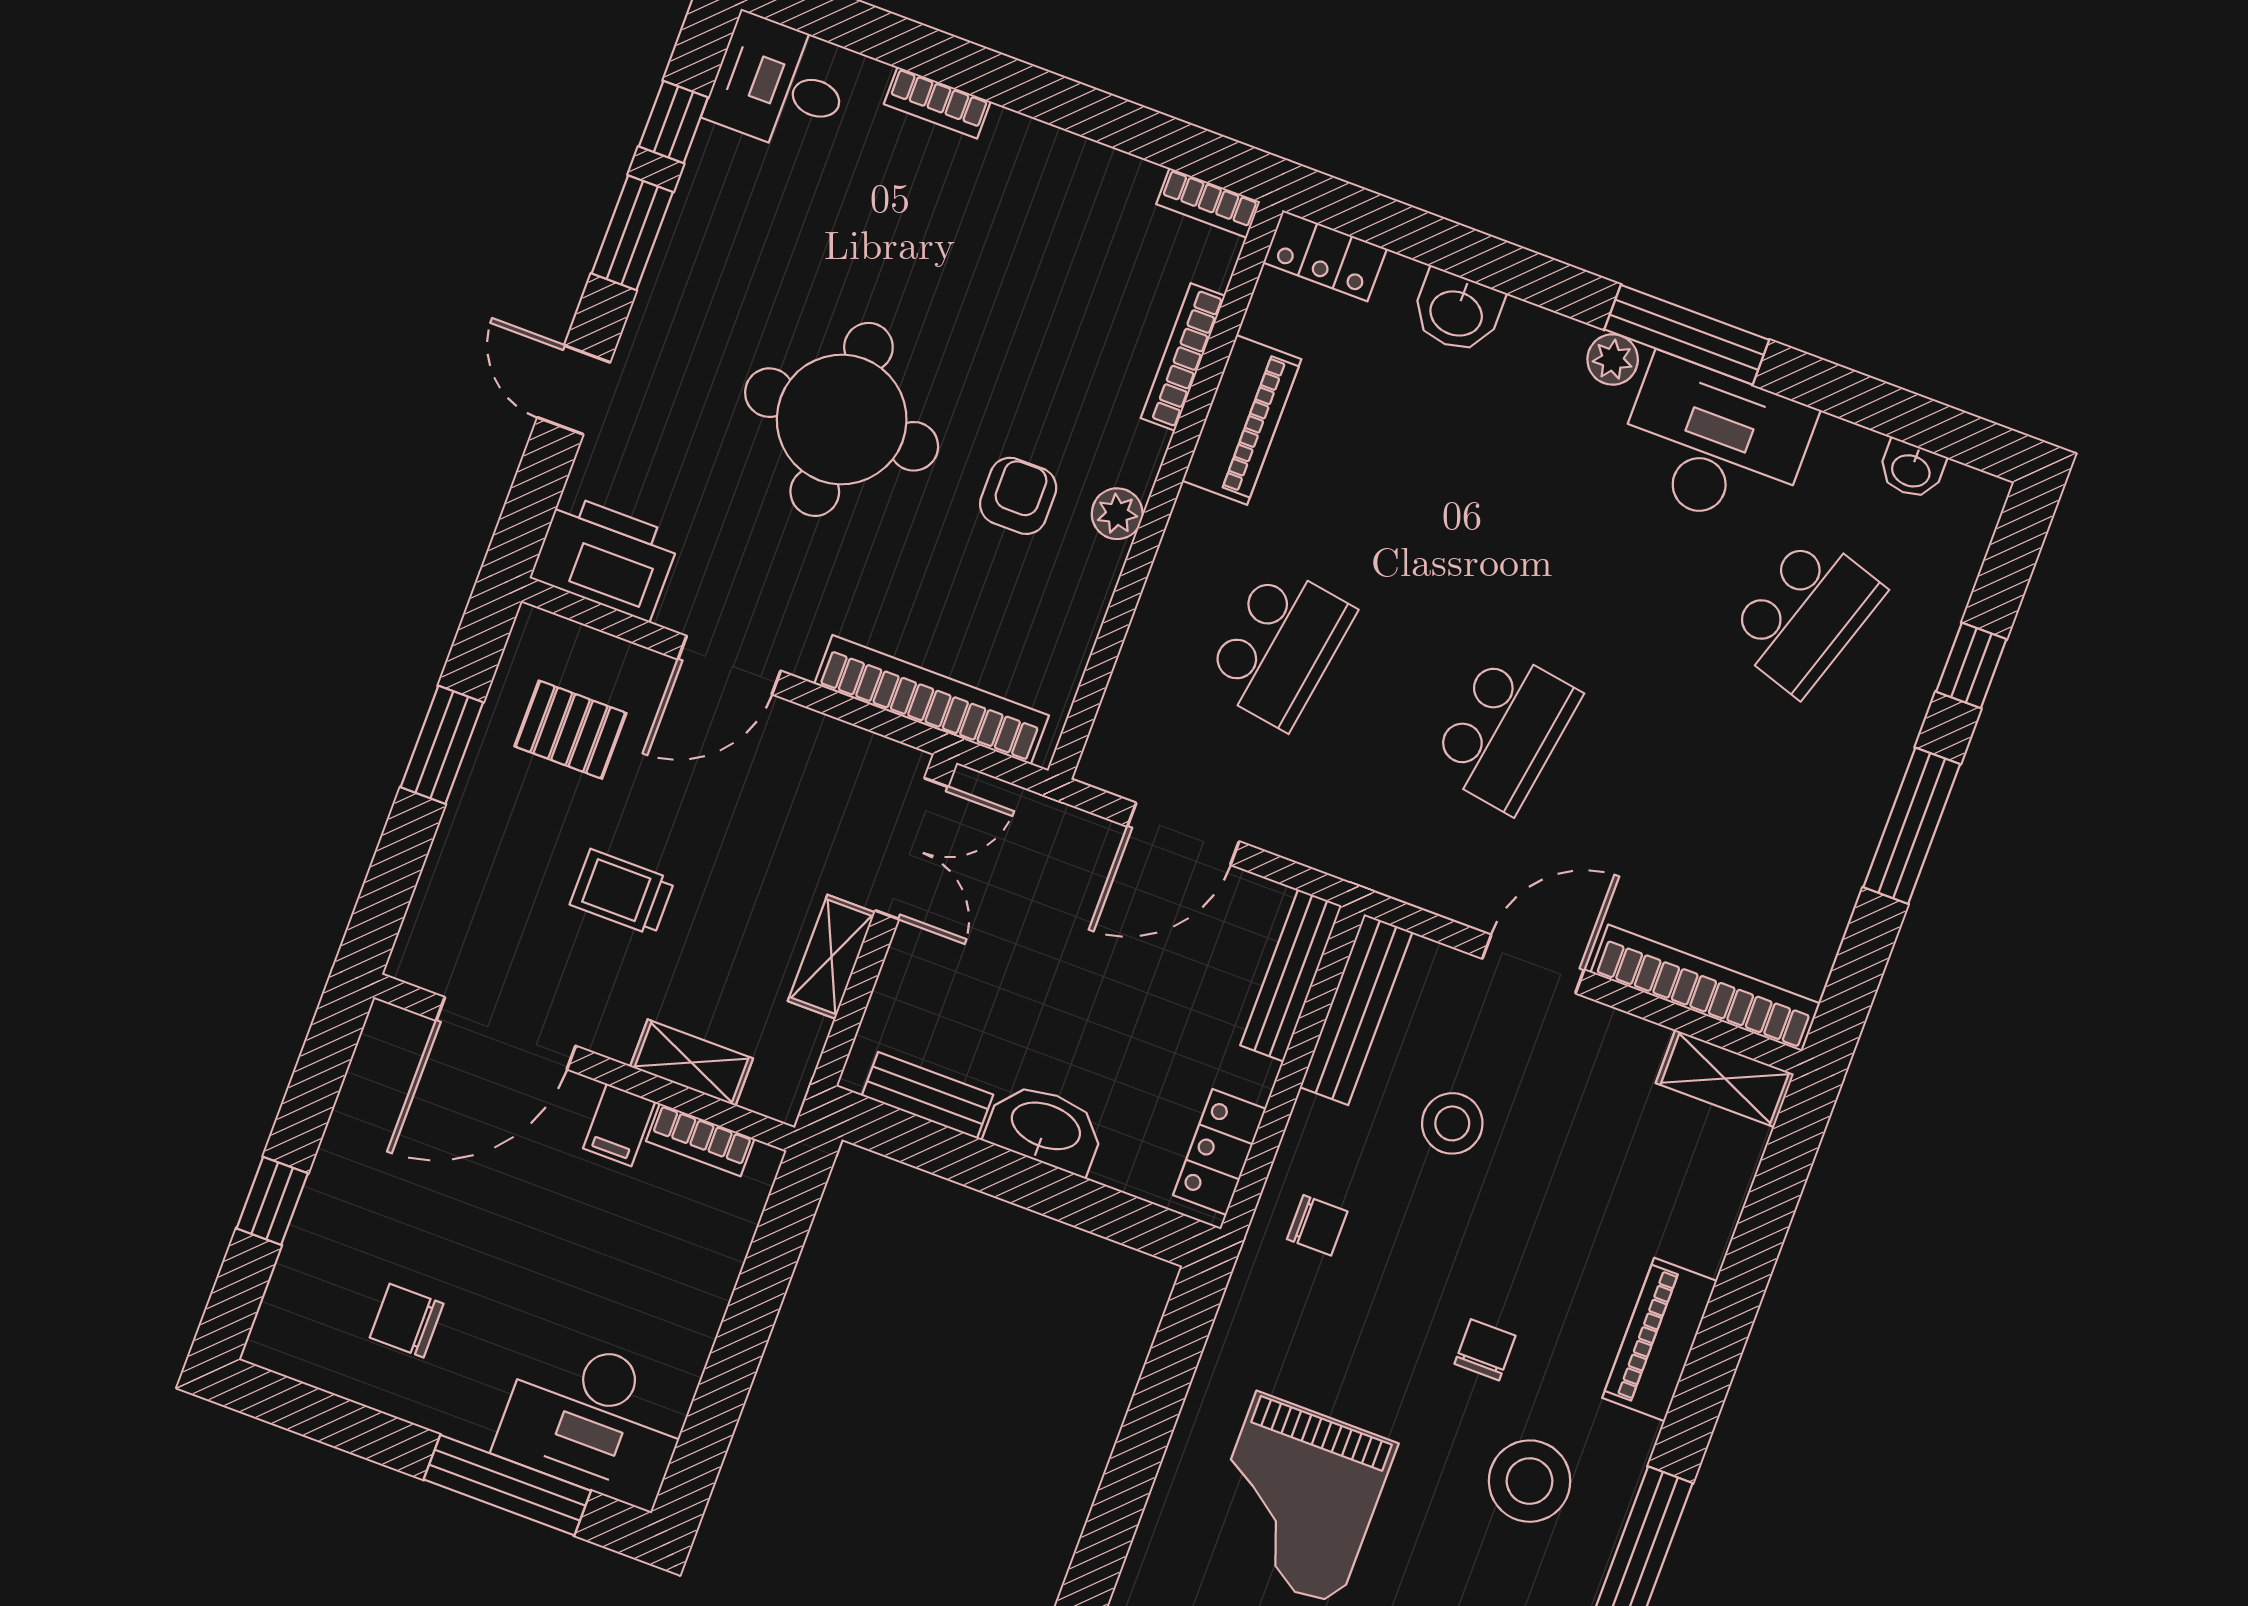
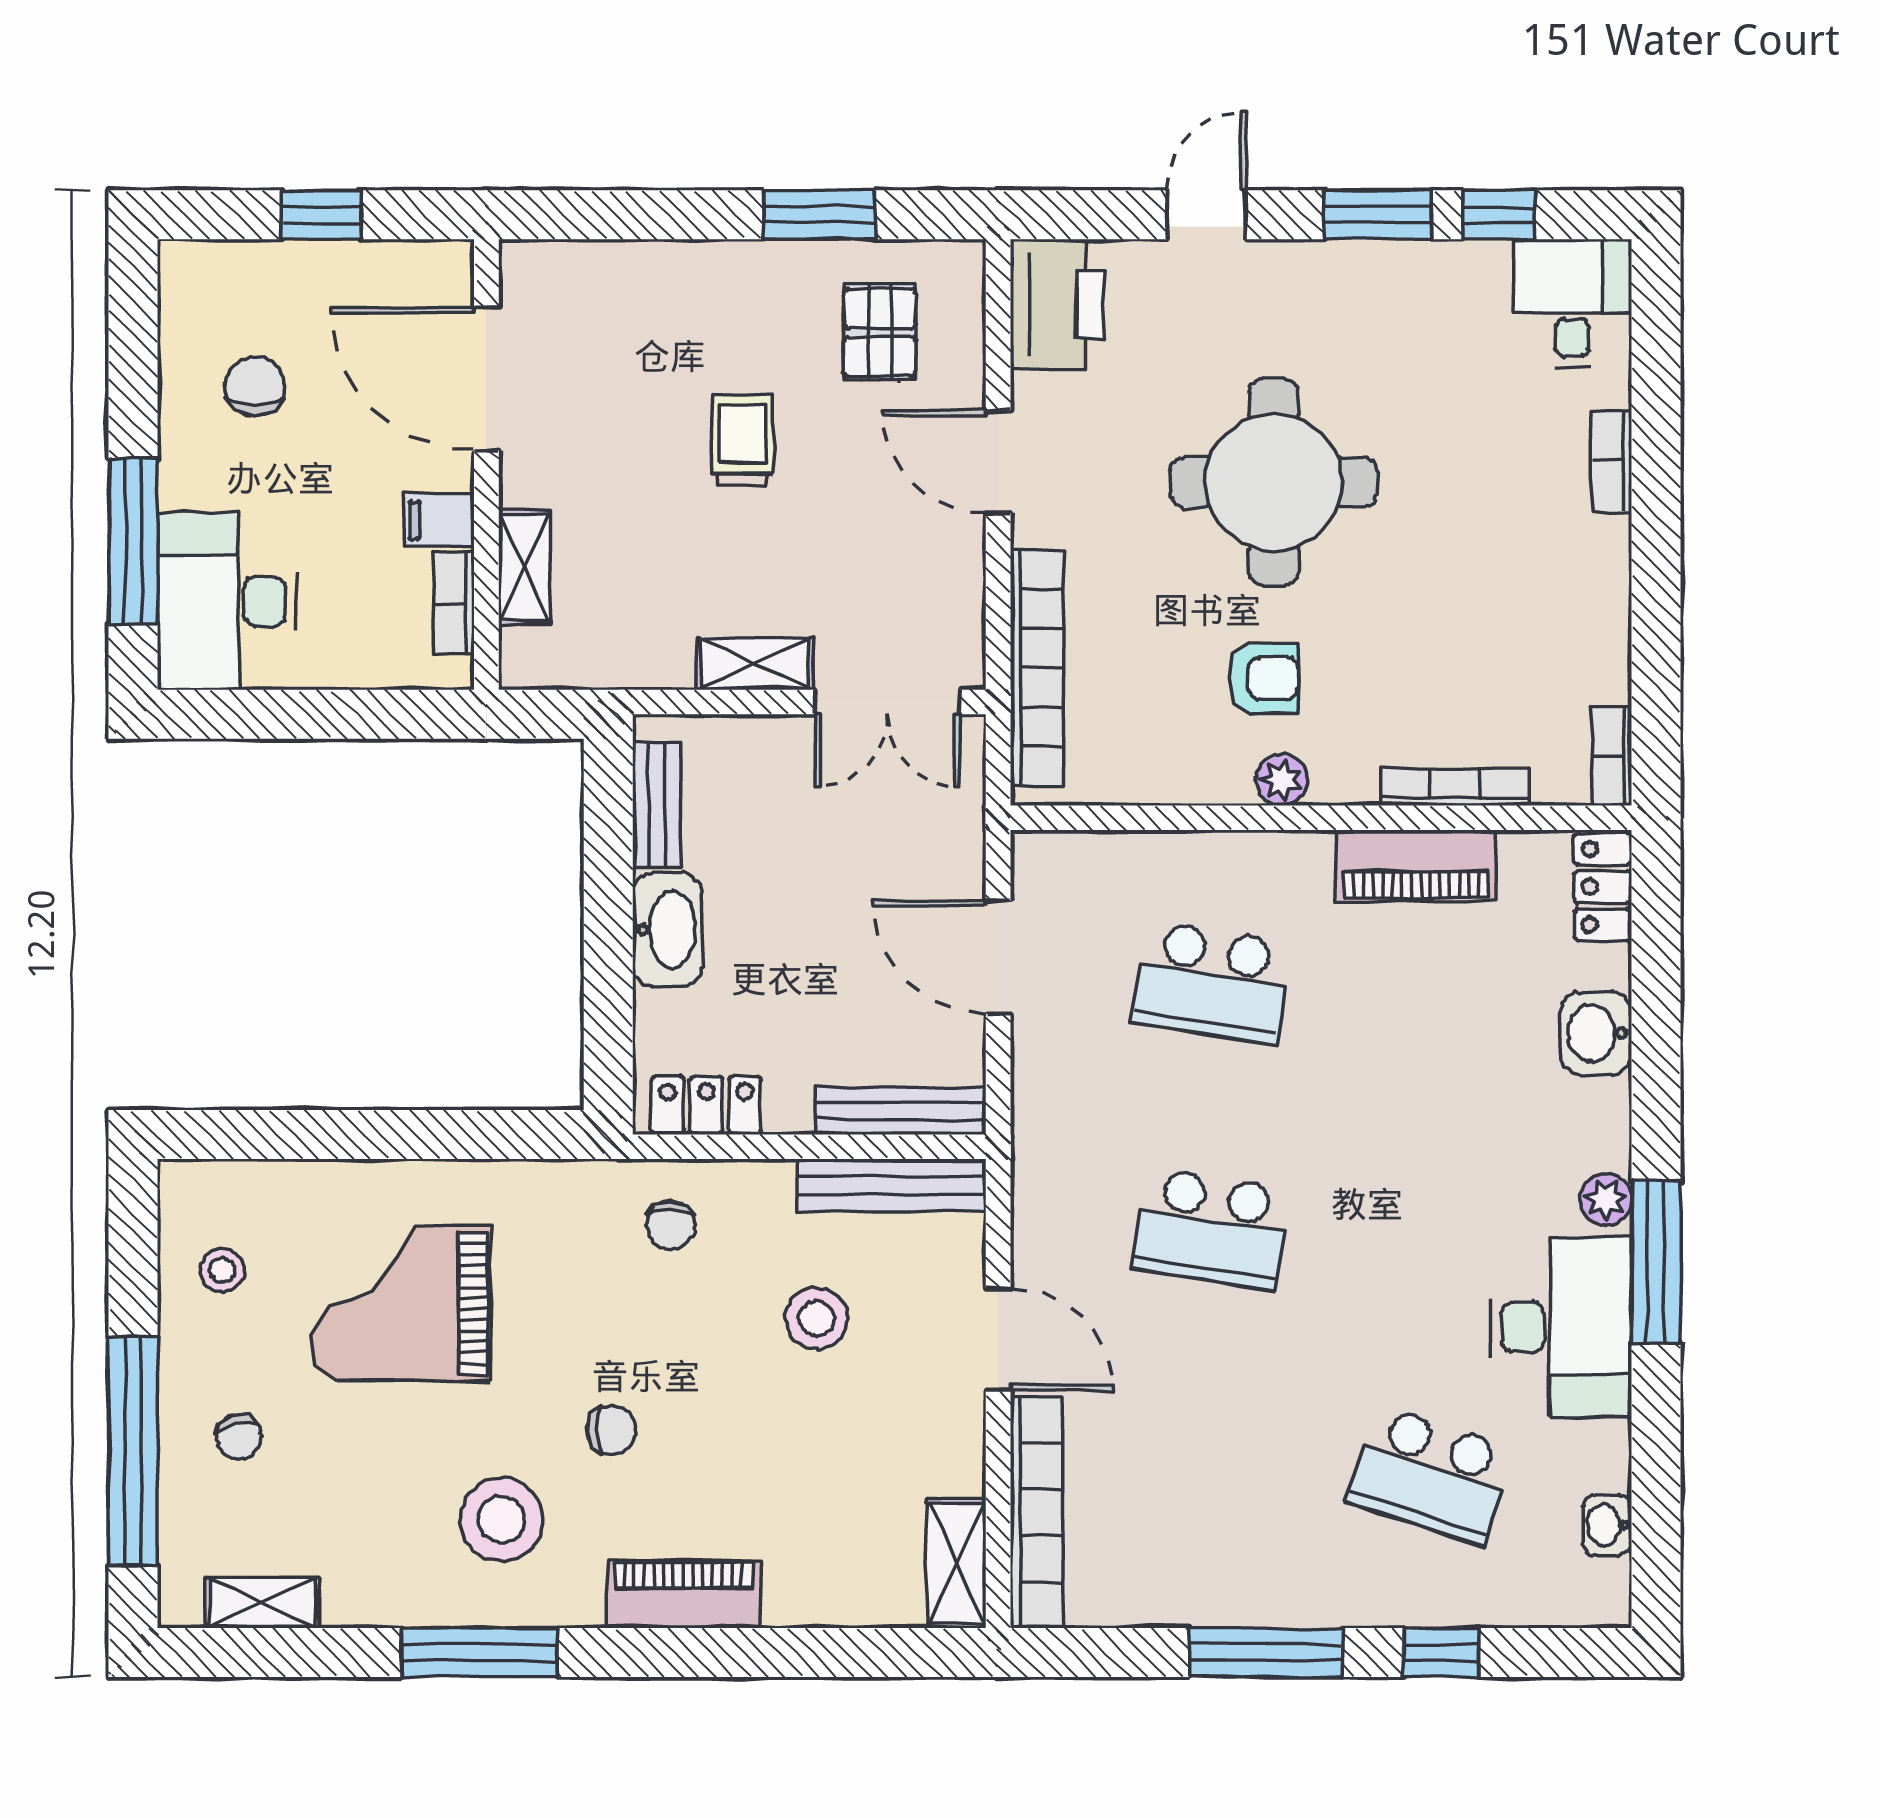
door: (506, 1033) -> (486, 379), moved
wall: (584, 1062) -> (486, 464), moved
shelving: (692, 1063) -> (524, 567), moved
filing cabinet: (619, 1125) -> (439, 520), moved
bookcase: (700, 1140) -> (454, 603), moved

